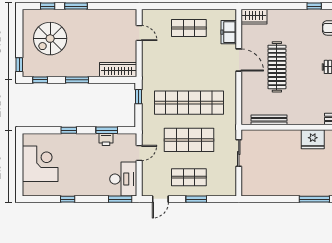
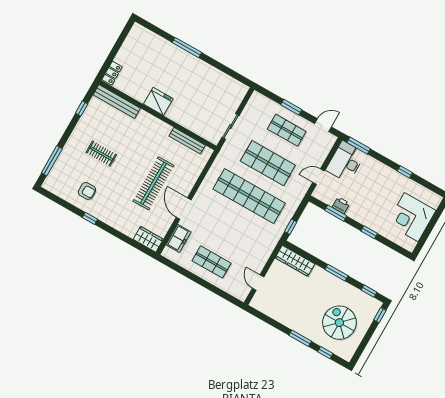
spiral stairs: (50, 39) -> (339, 323), turned -90

